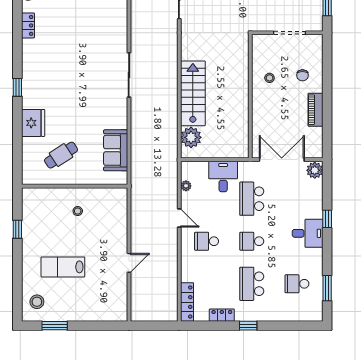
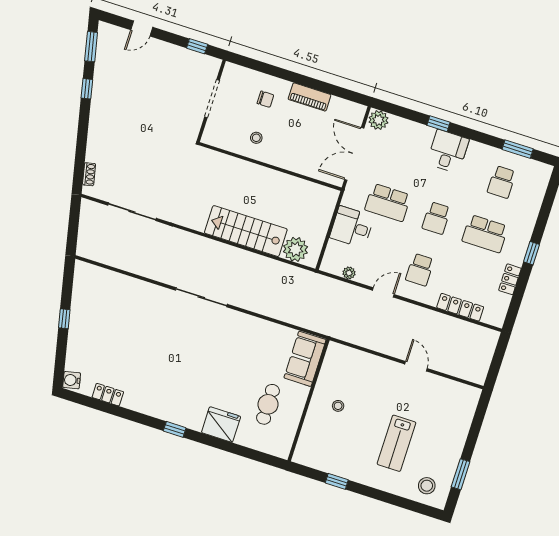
sofa: (116, 150) -> (305, 359), moved, turned 90
cafe table: (61, 155) -> (268, 404), turned 33
locker: (187, 302) -> (460, 307), moved

